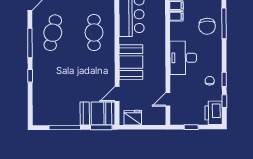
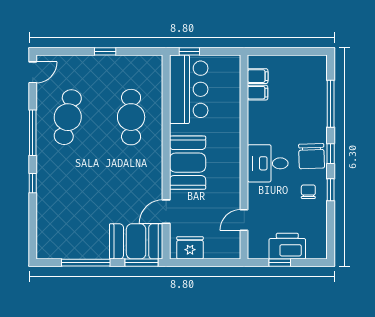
chair: (207, 26) -> (312, 156), moved
desk: (183, 58) -> (268, 163), width x0.73
window: (224, 101) -> (331, 154), moved
printer: (214, 113) -> (287, 246), moved, turned 90

